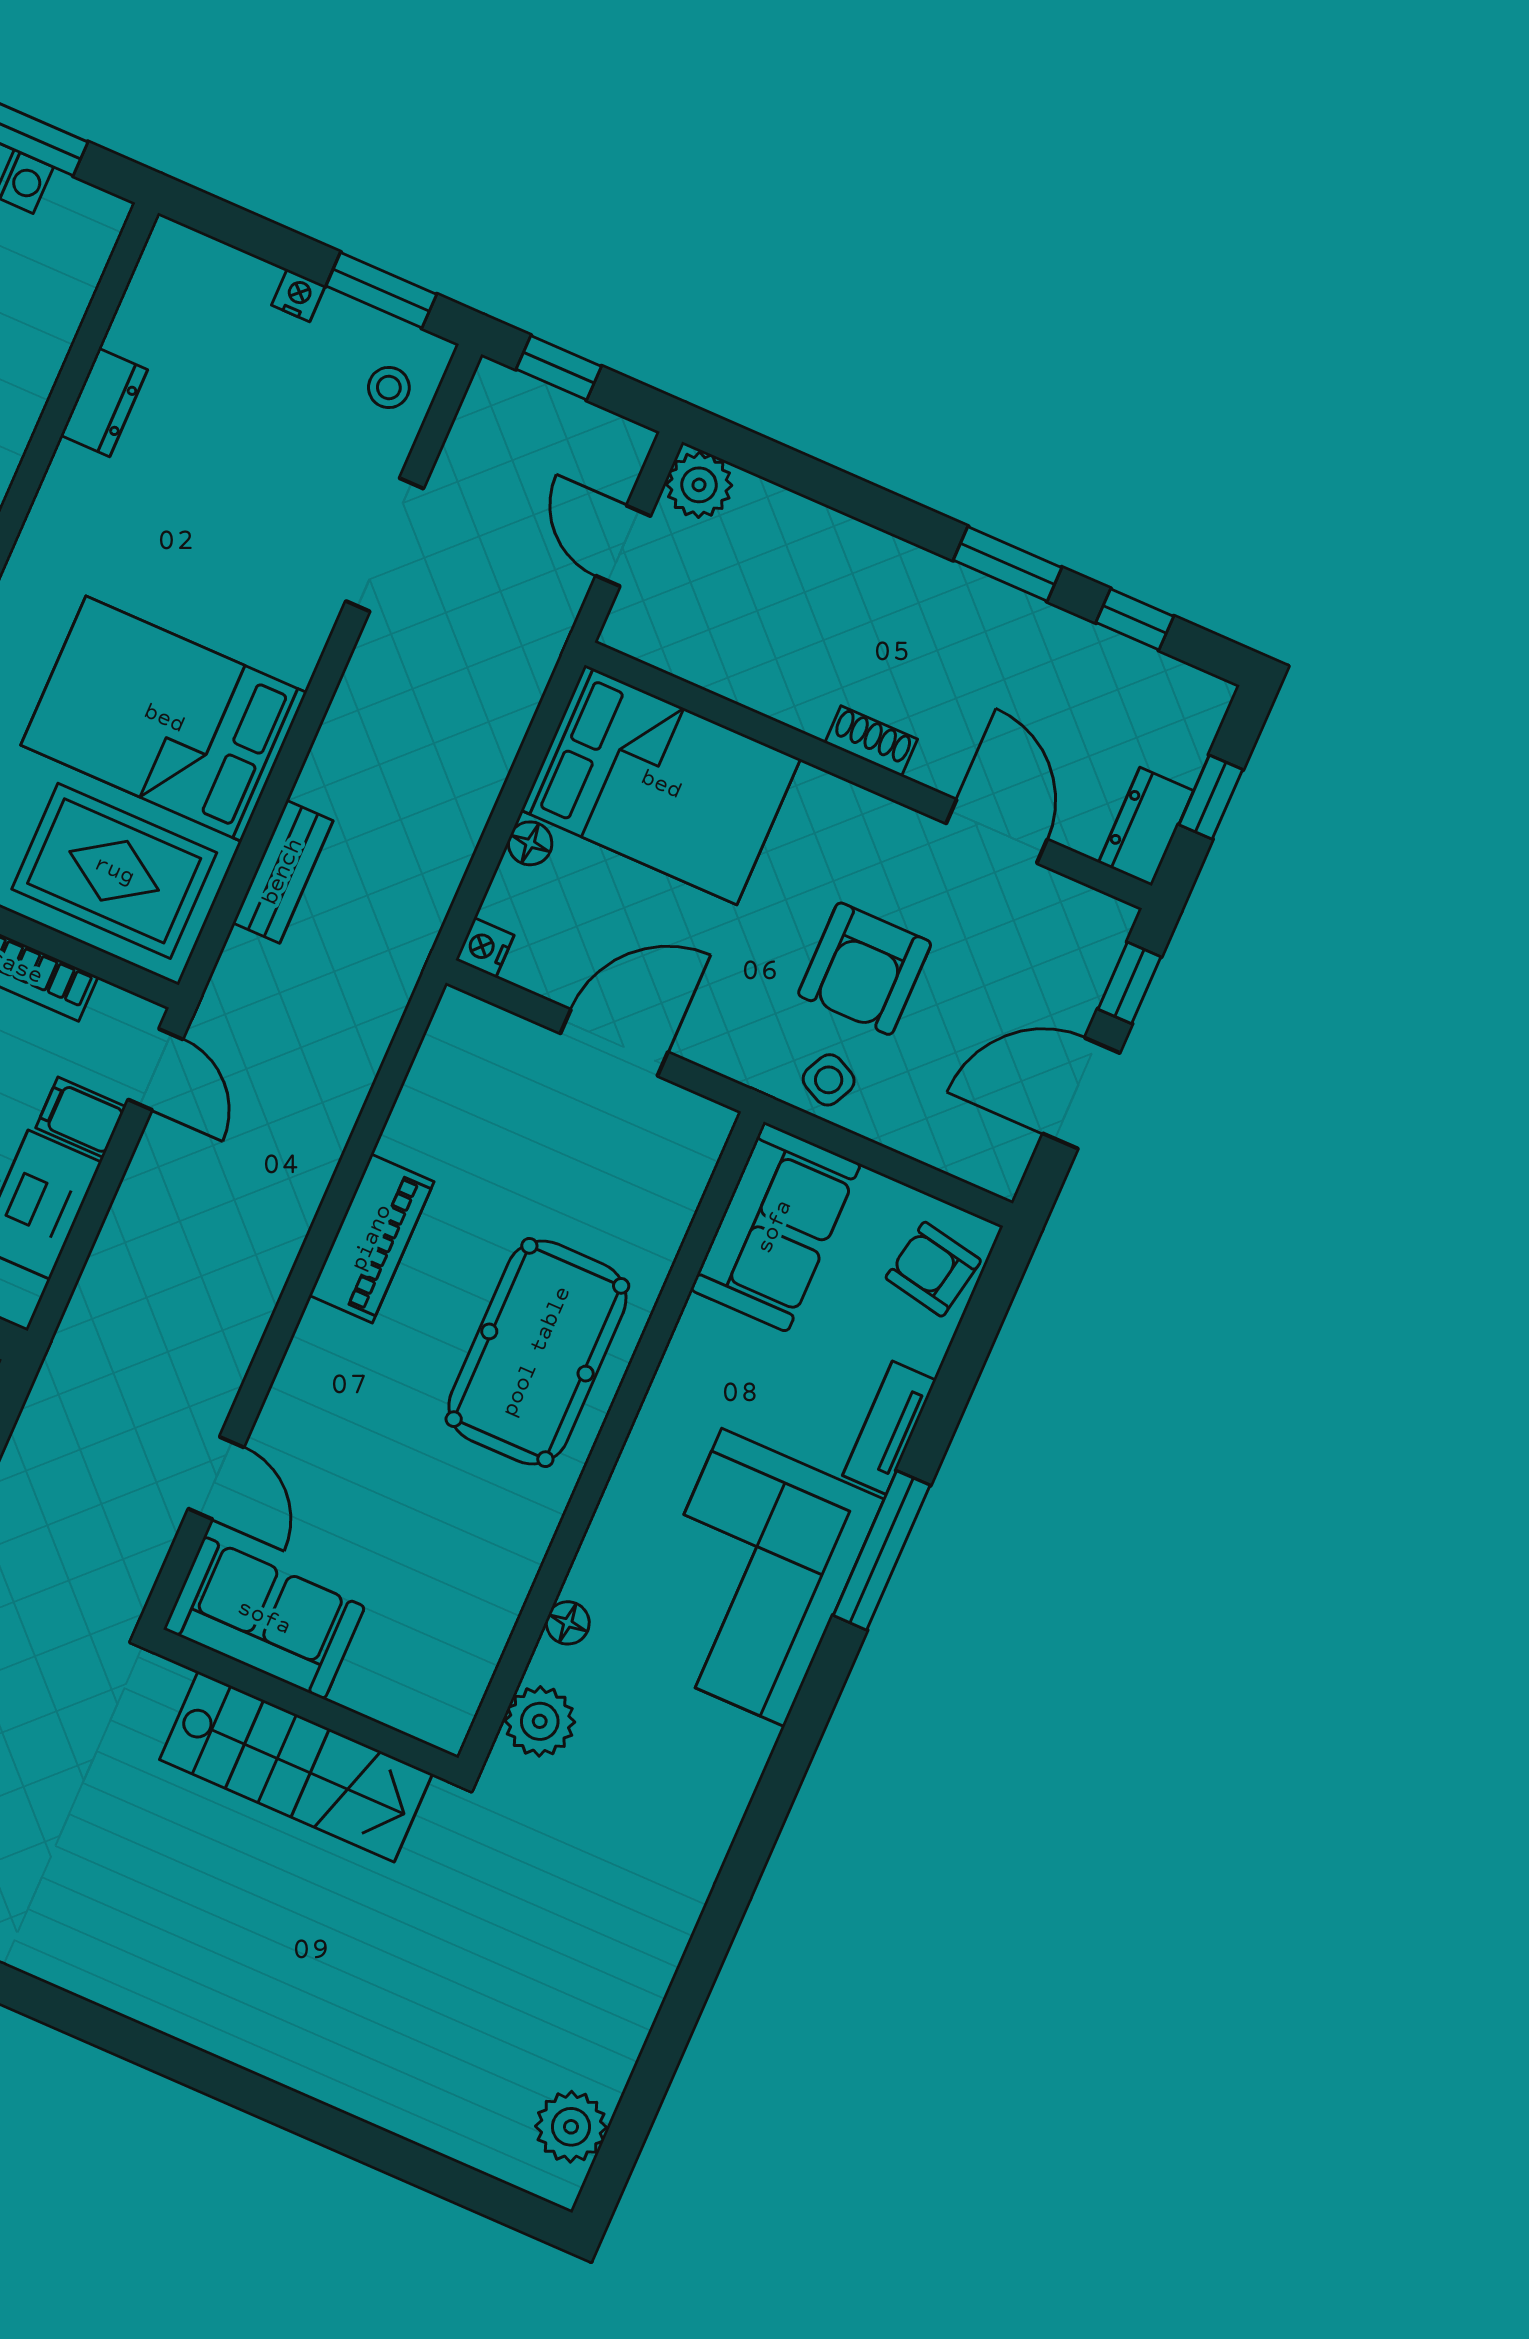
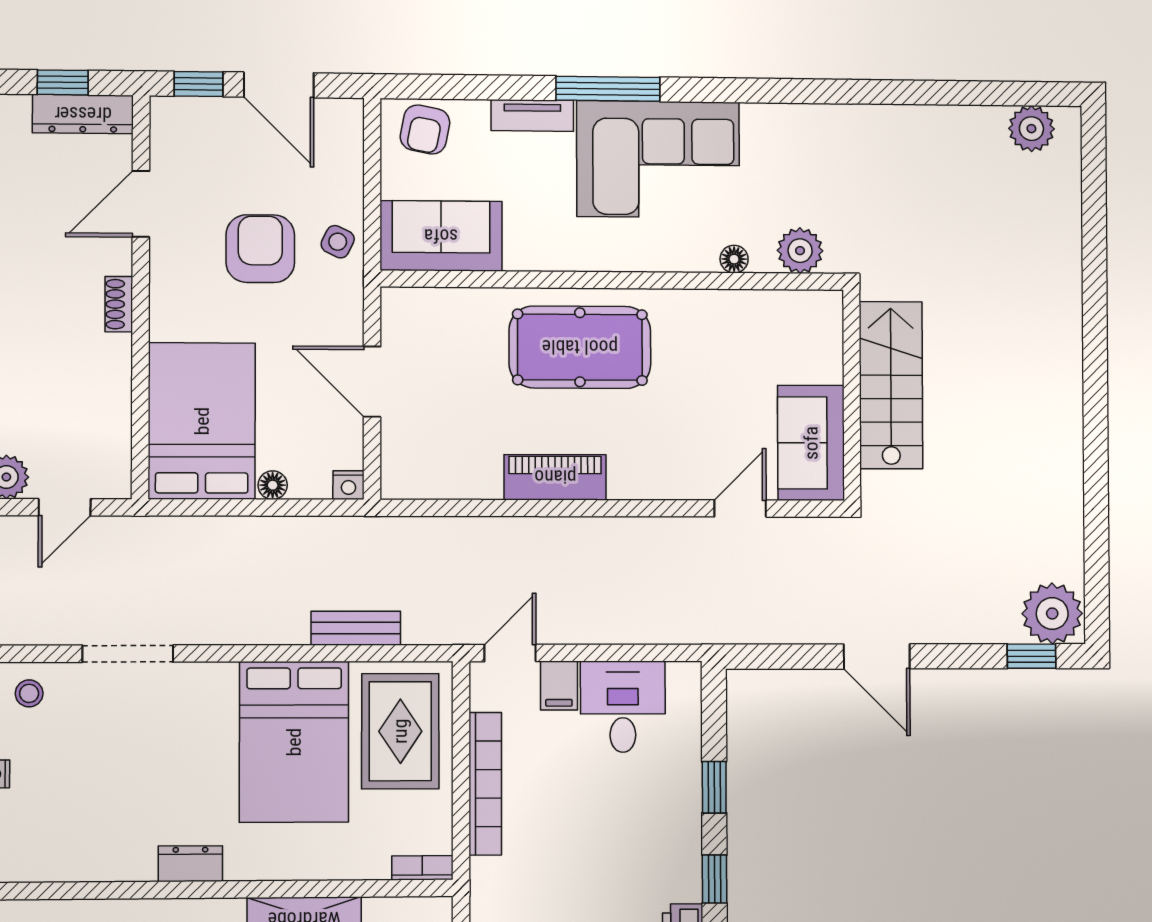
dresser: (104, 403) -> (190, 864), moved
dresser: (1146, 827) -> (83, 114), width x1.44
armchair: (865, 969) -> (260, 249), turned -90

